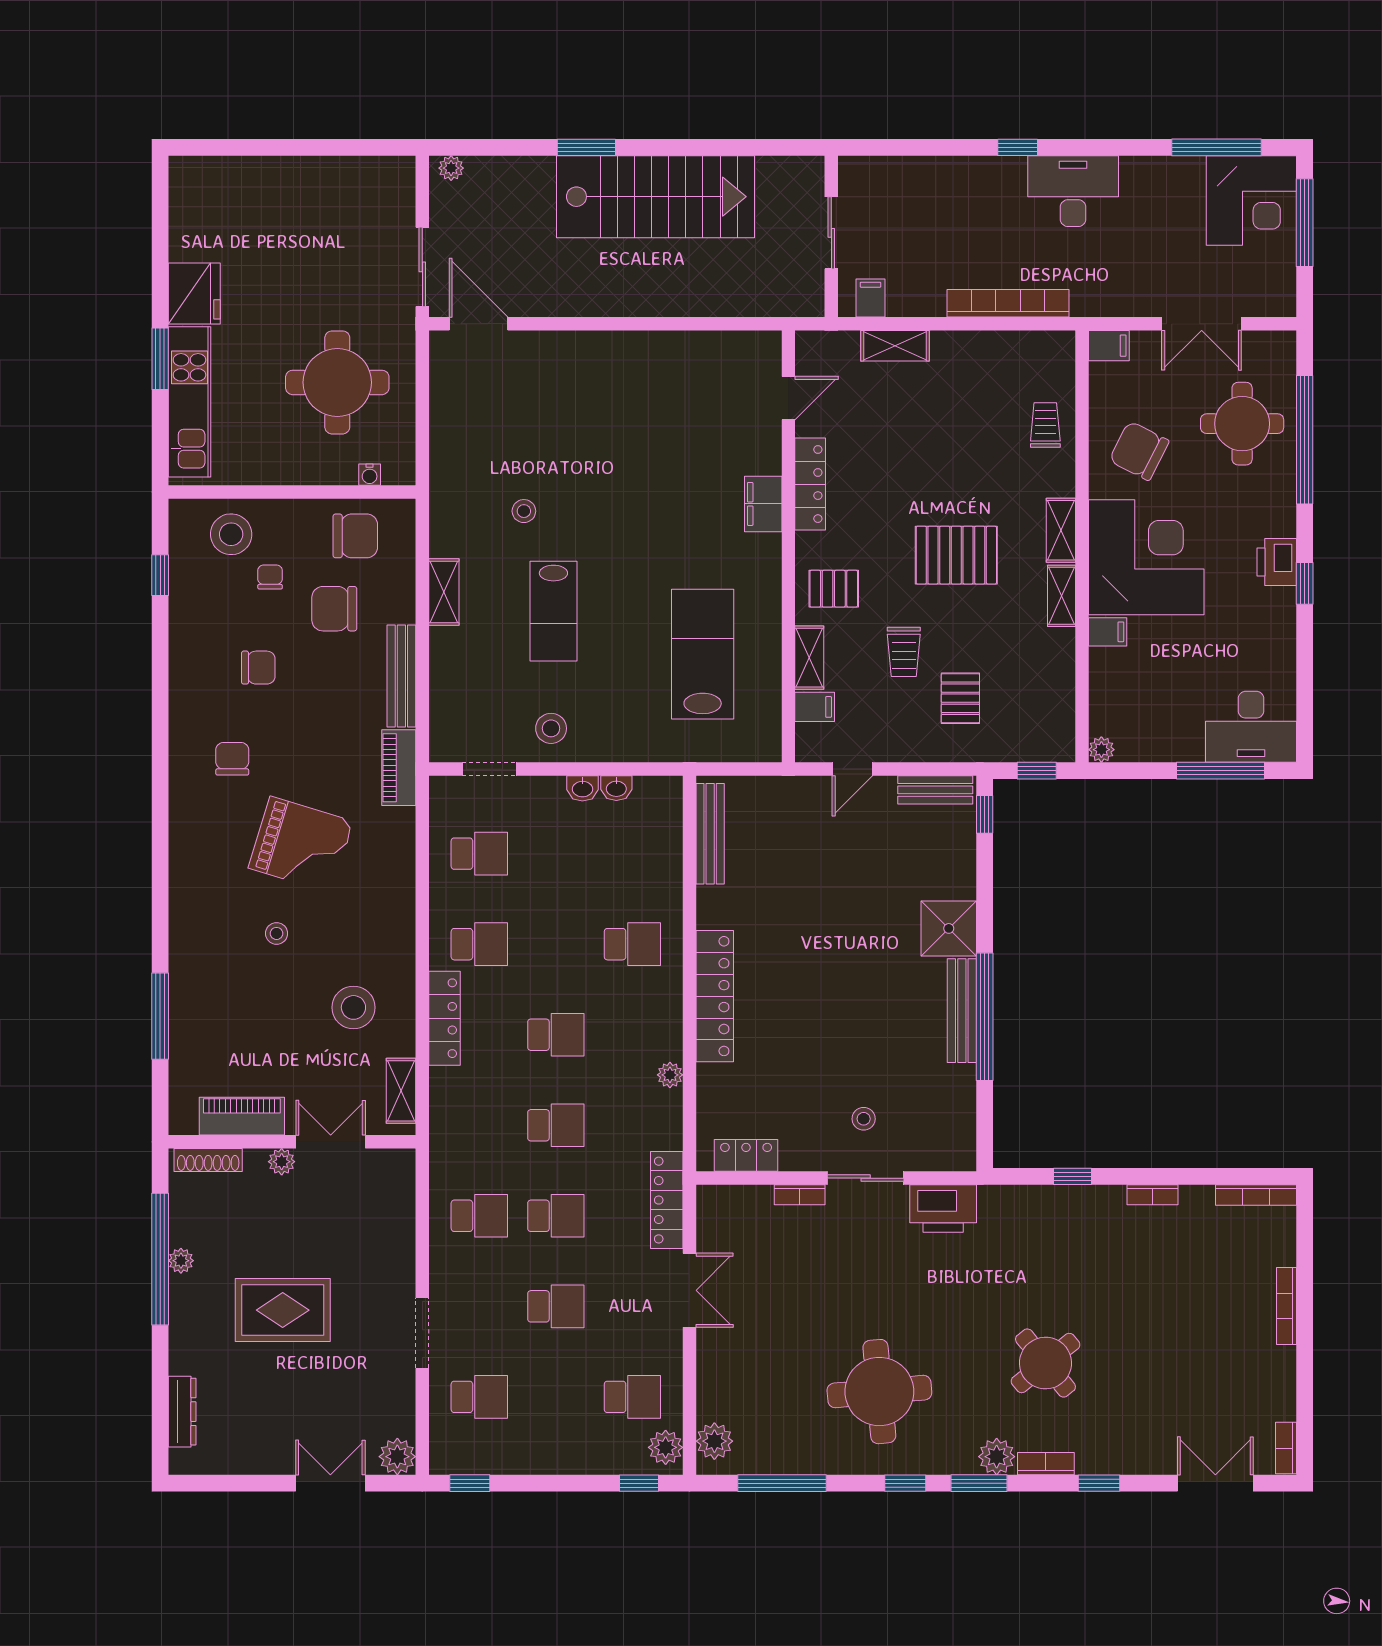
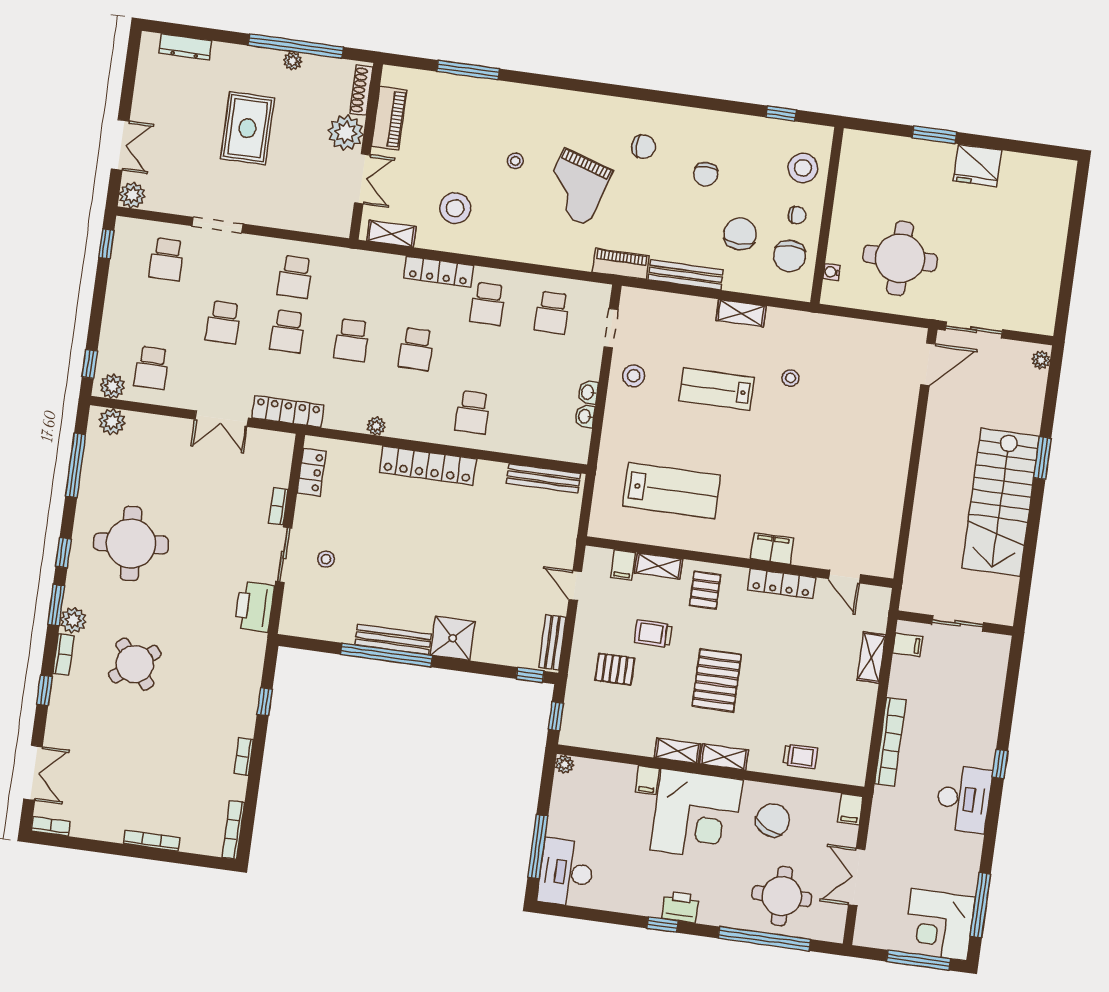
kitchen unit: (189, 402) -> (901, 151), removed
chair: (270, 577) -> (797, 215), moved
plant: (282, 1162) -> (346, 133), width x1.88, depth x1.88

